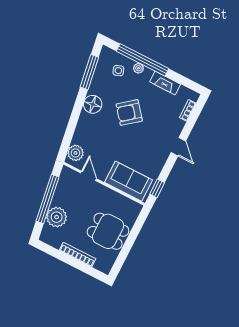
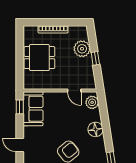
floor lamp: (93, 104) -> (95, 129), moved
sofa: (128, 181) -> (33, 109), moved, turned -90
window: (48, 199) -> (95, 58), width x0.32

